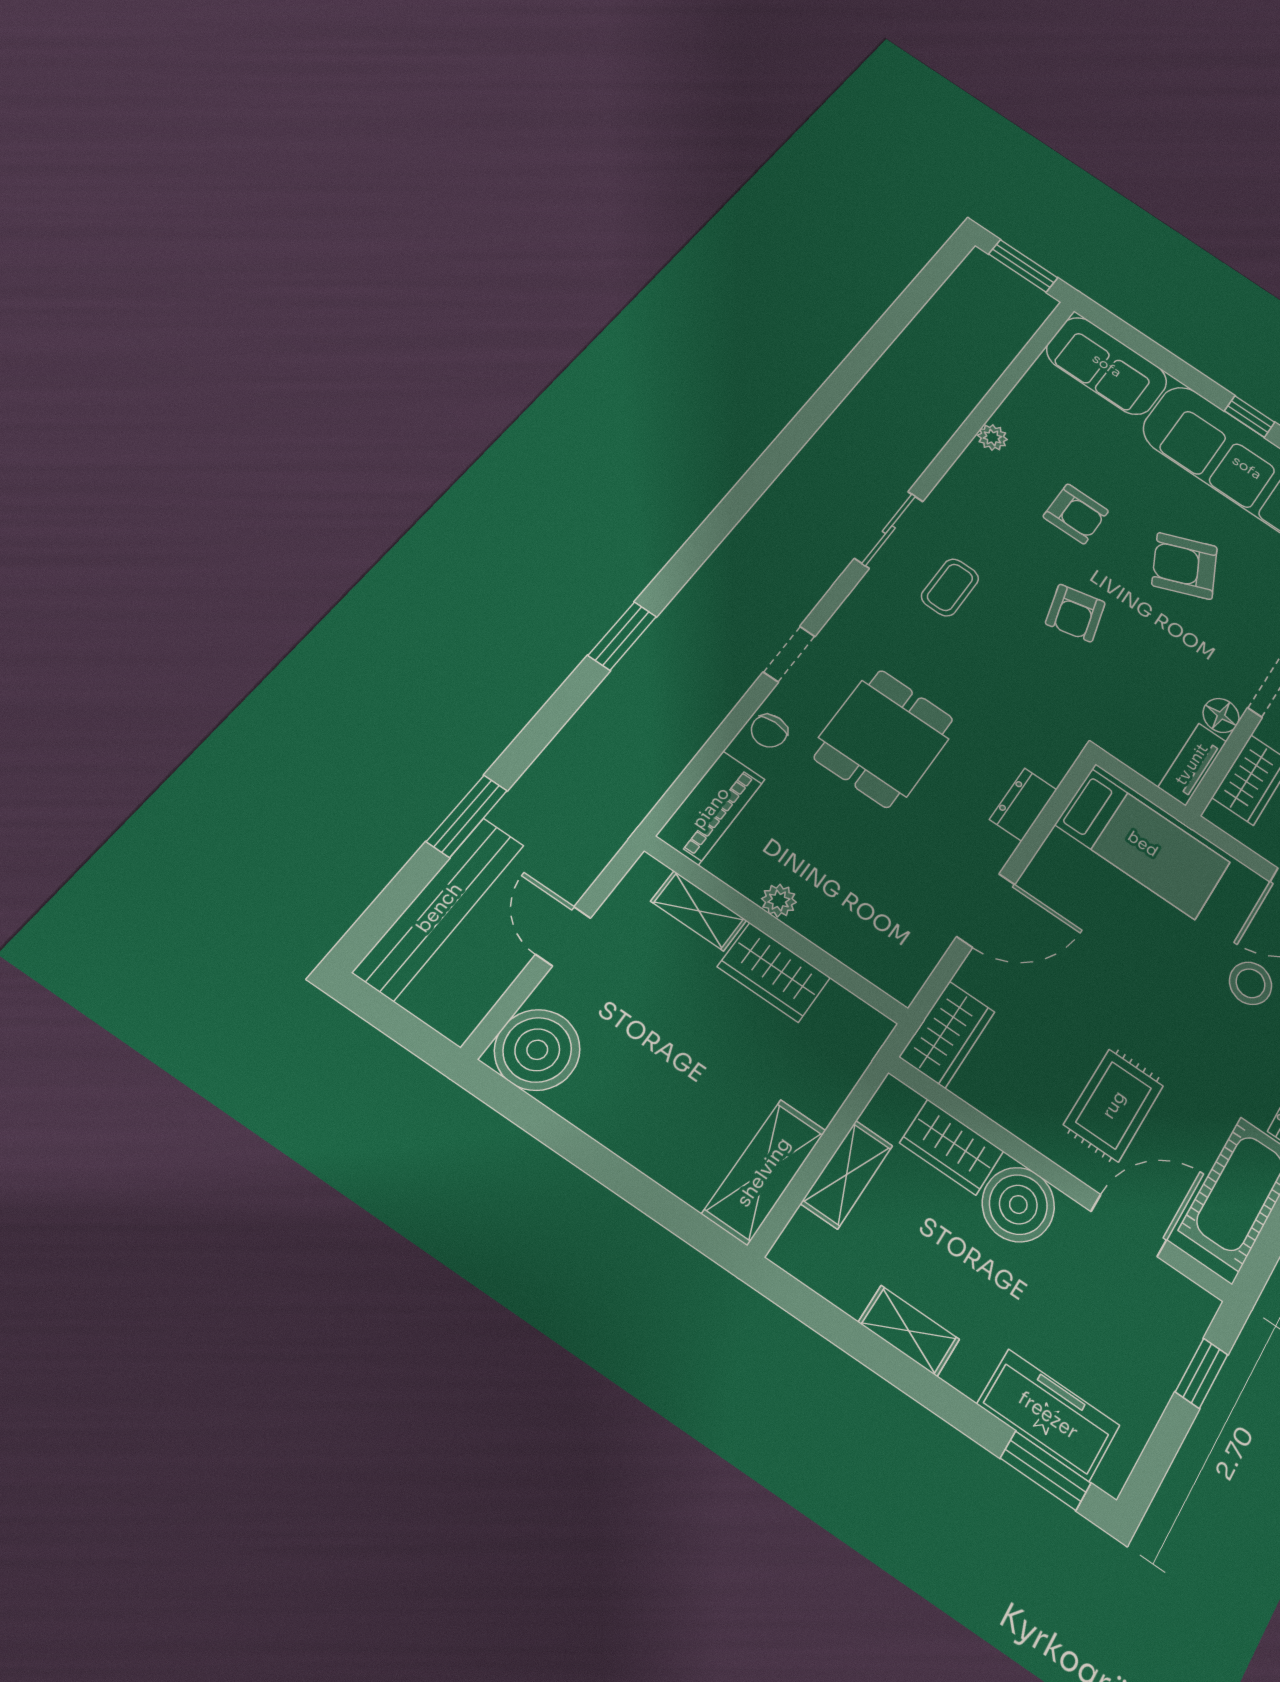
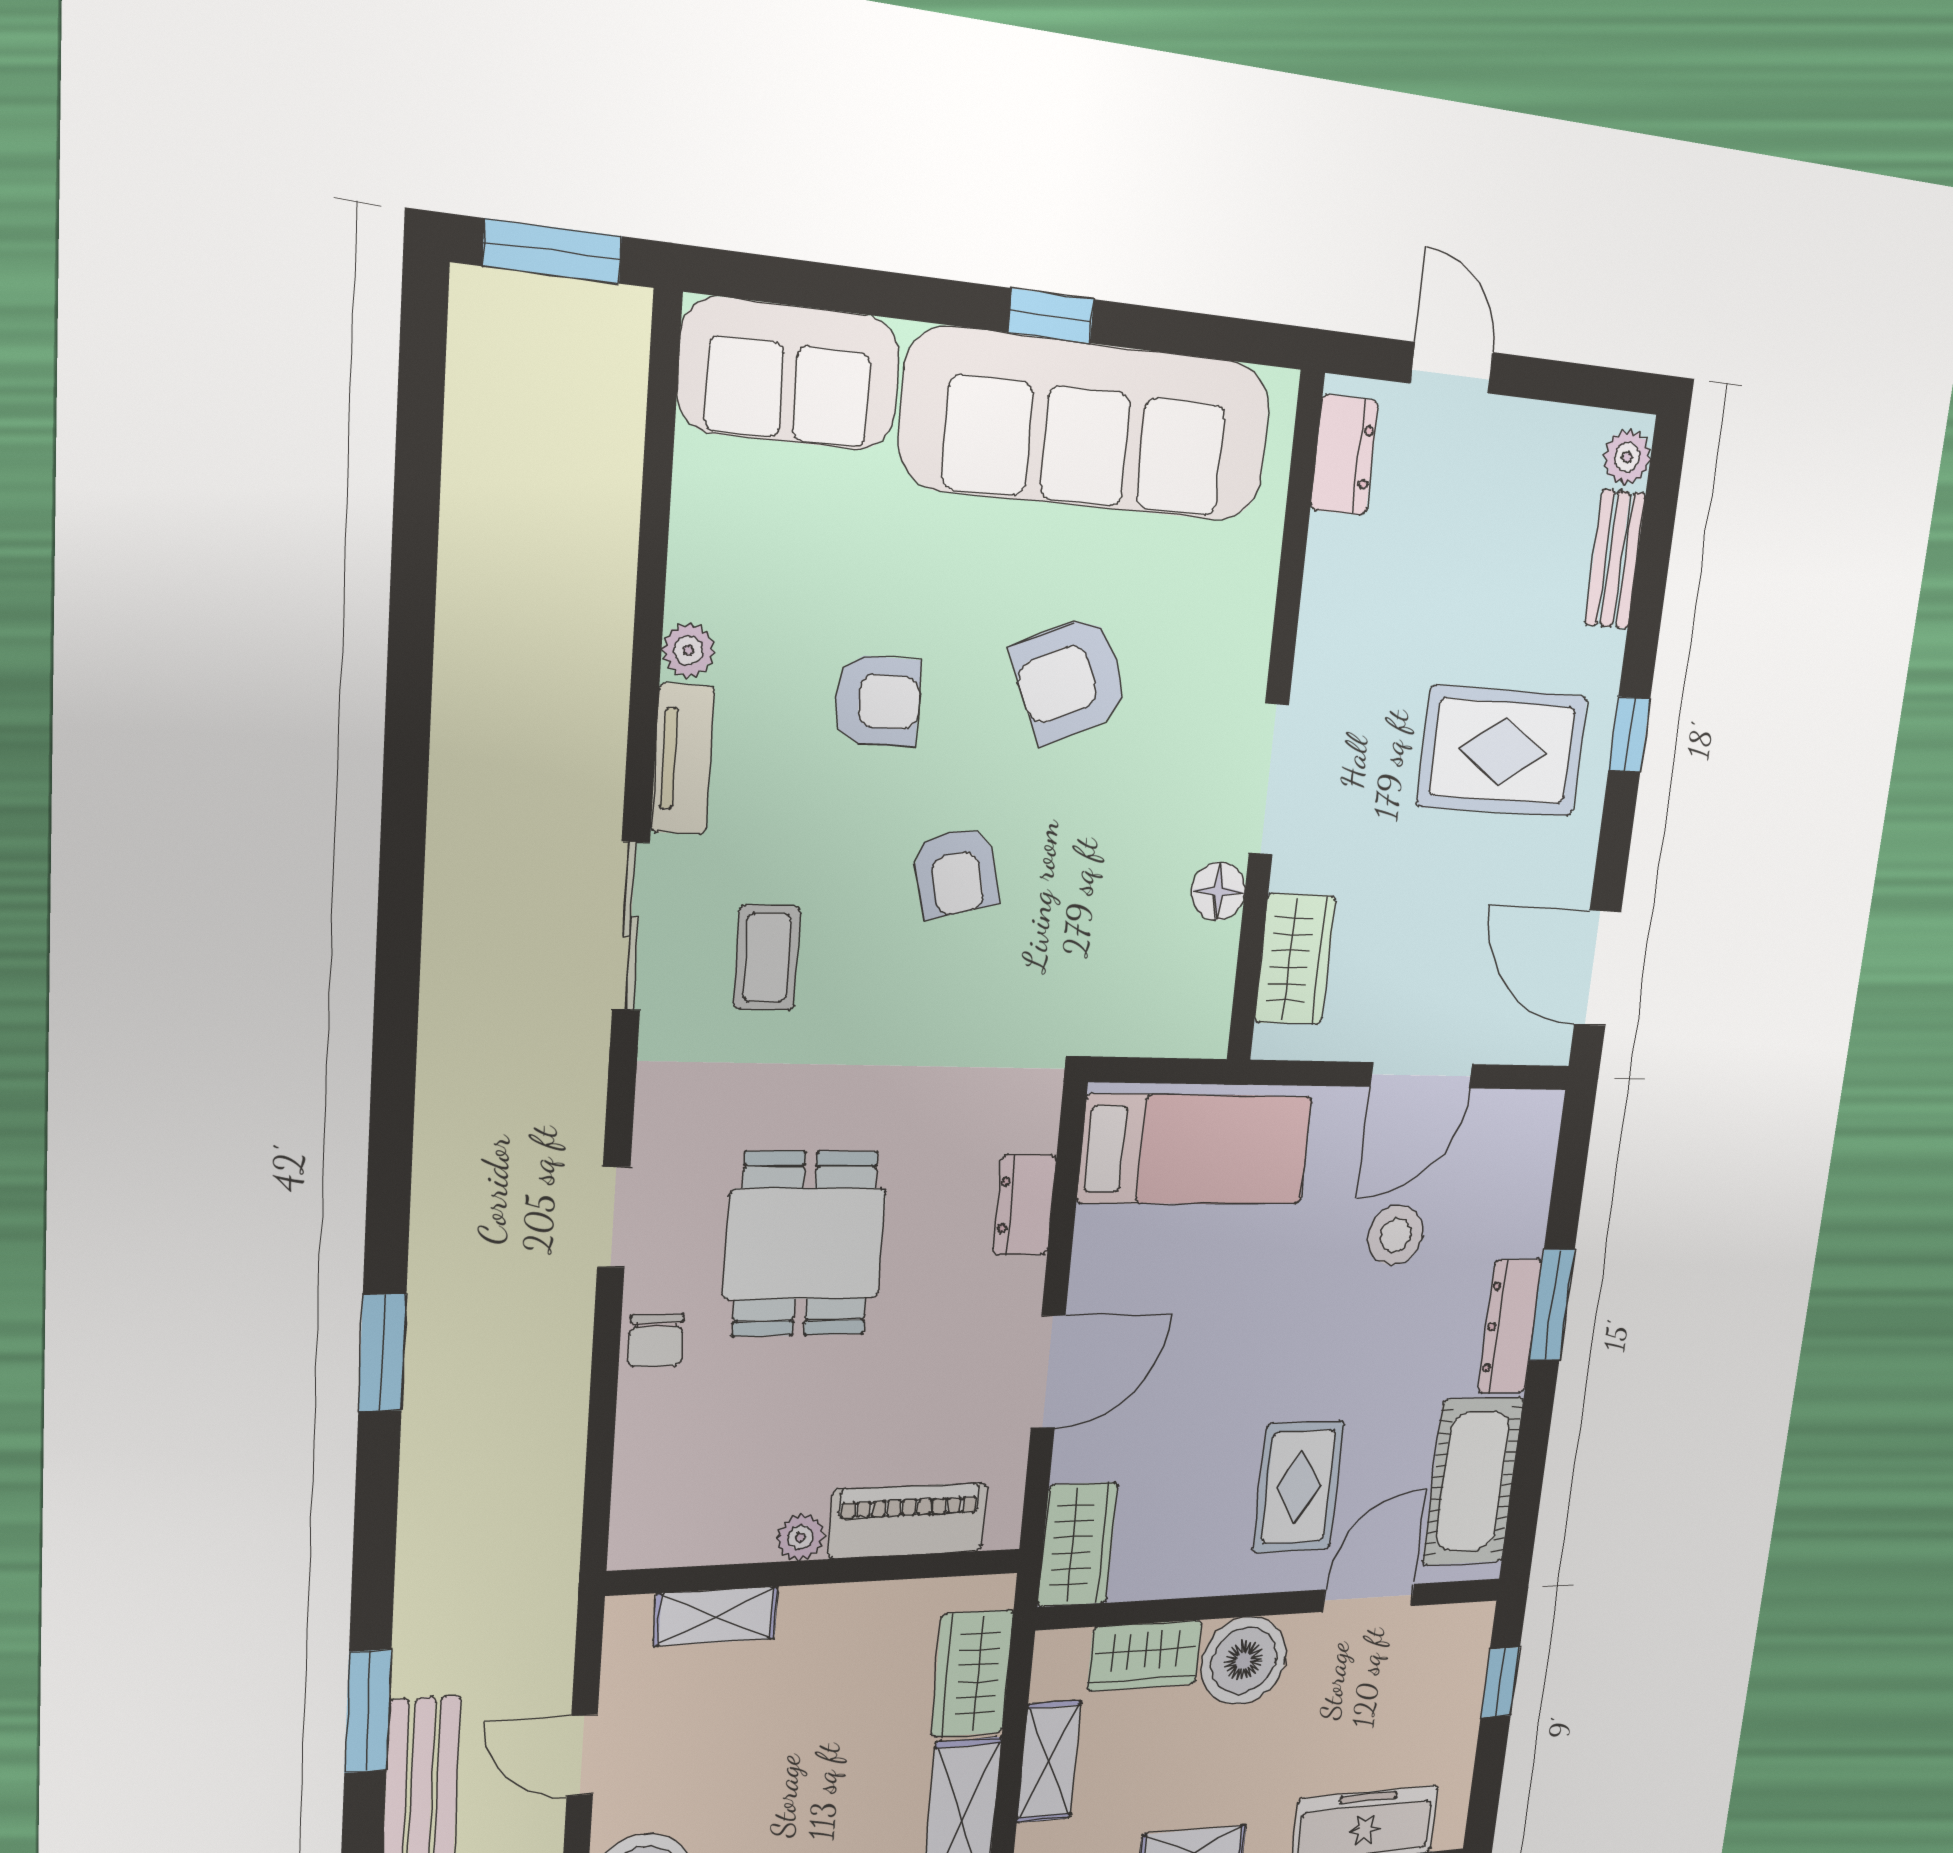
tv unit: (1192, 764) -> (683, 759), moved, turned 180
piano: (711, 808) -> (908, 1521), moved, turned -90
wardrobe: (774, 972) -> (972, 1674), moved, turned 90

